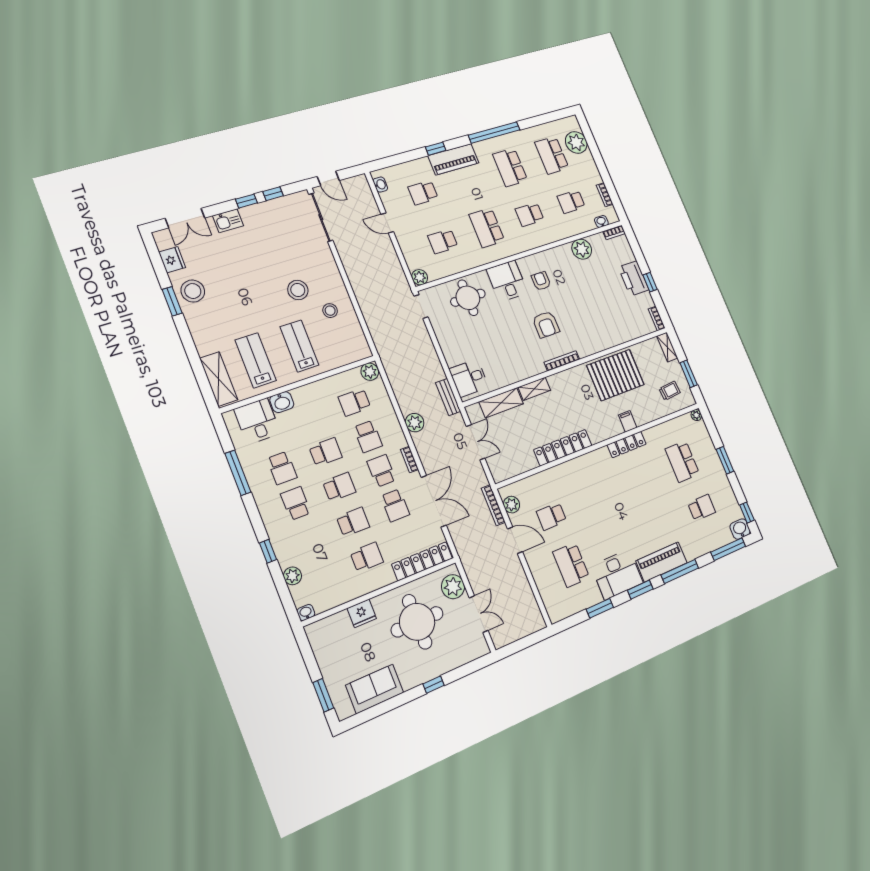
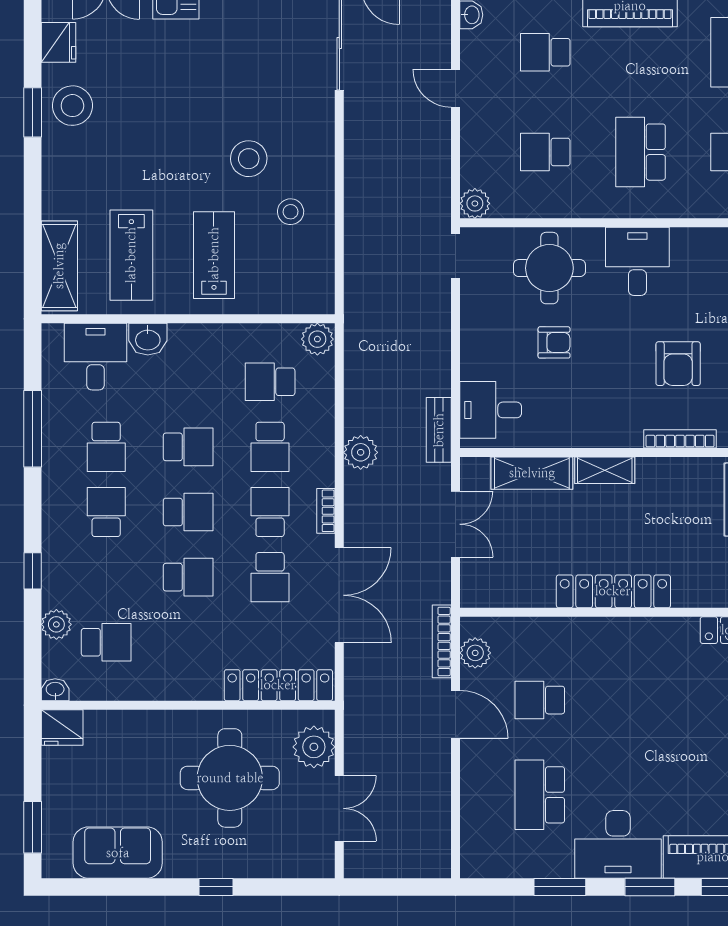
armchair: (541, 281) -> (554, 342), moved, turned 90
lab bench: (256, 360) -> (131, 255), turned 180
school desk: (367, 557) -> (106, 642), moved
fridge: (362, 613) -> (62, 728), moved

